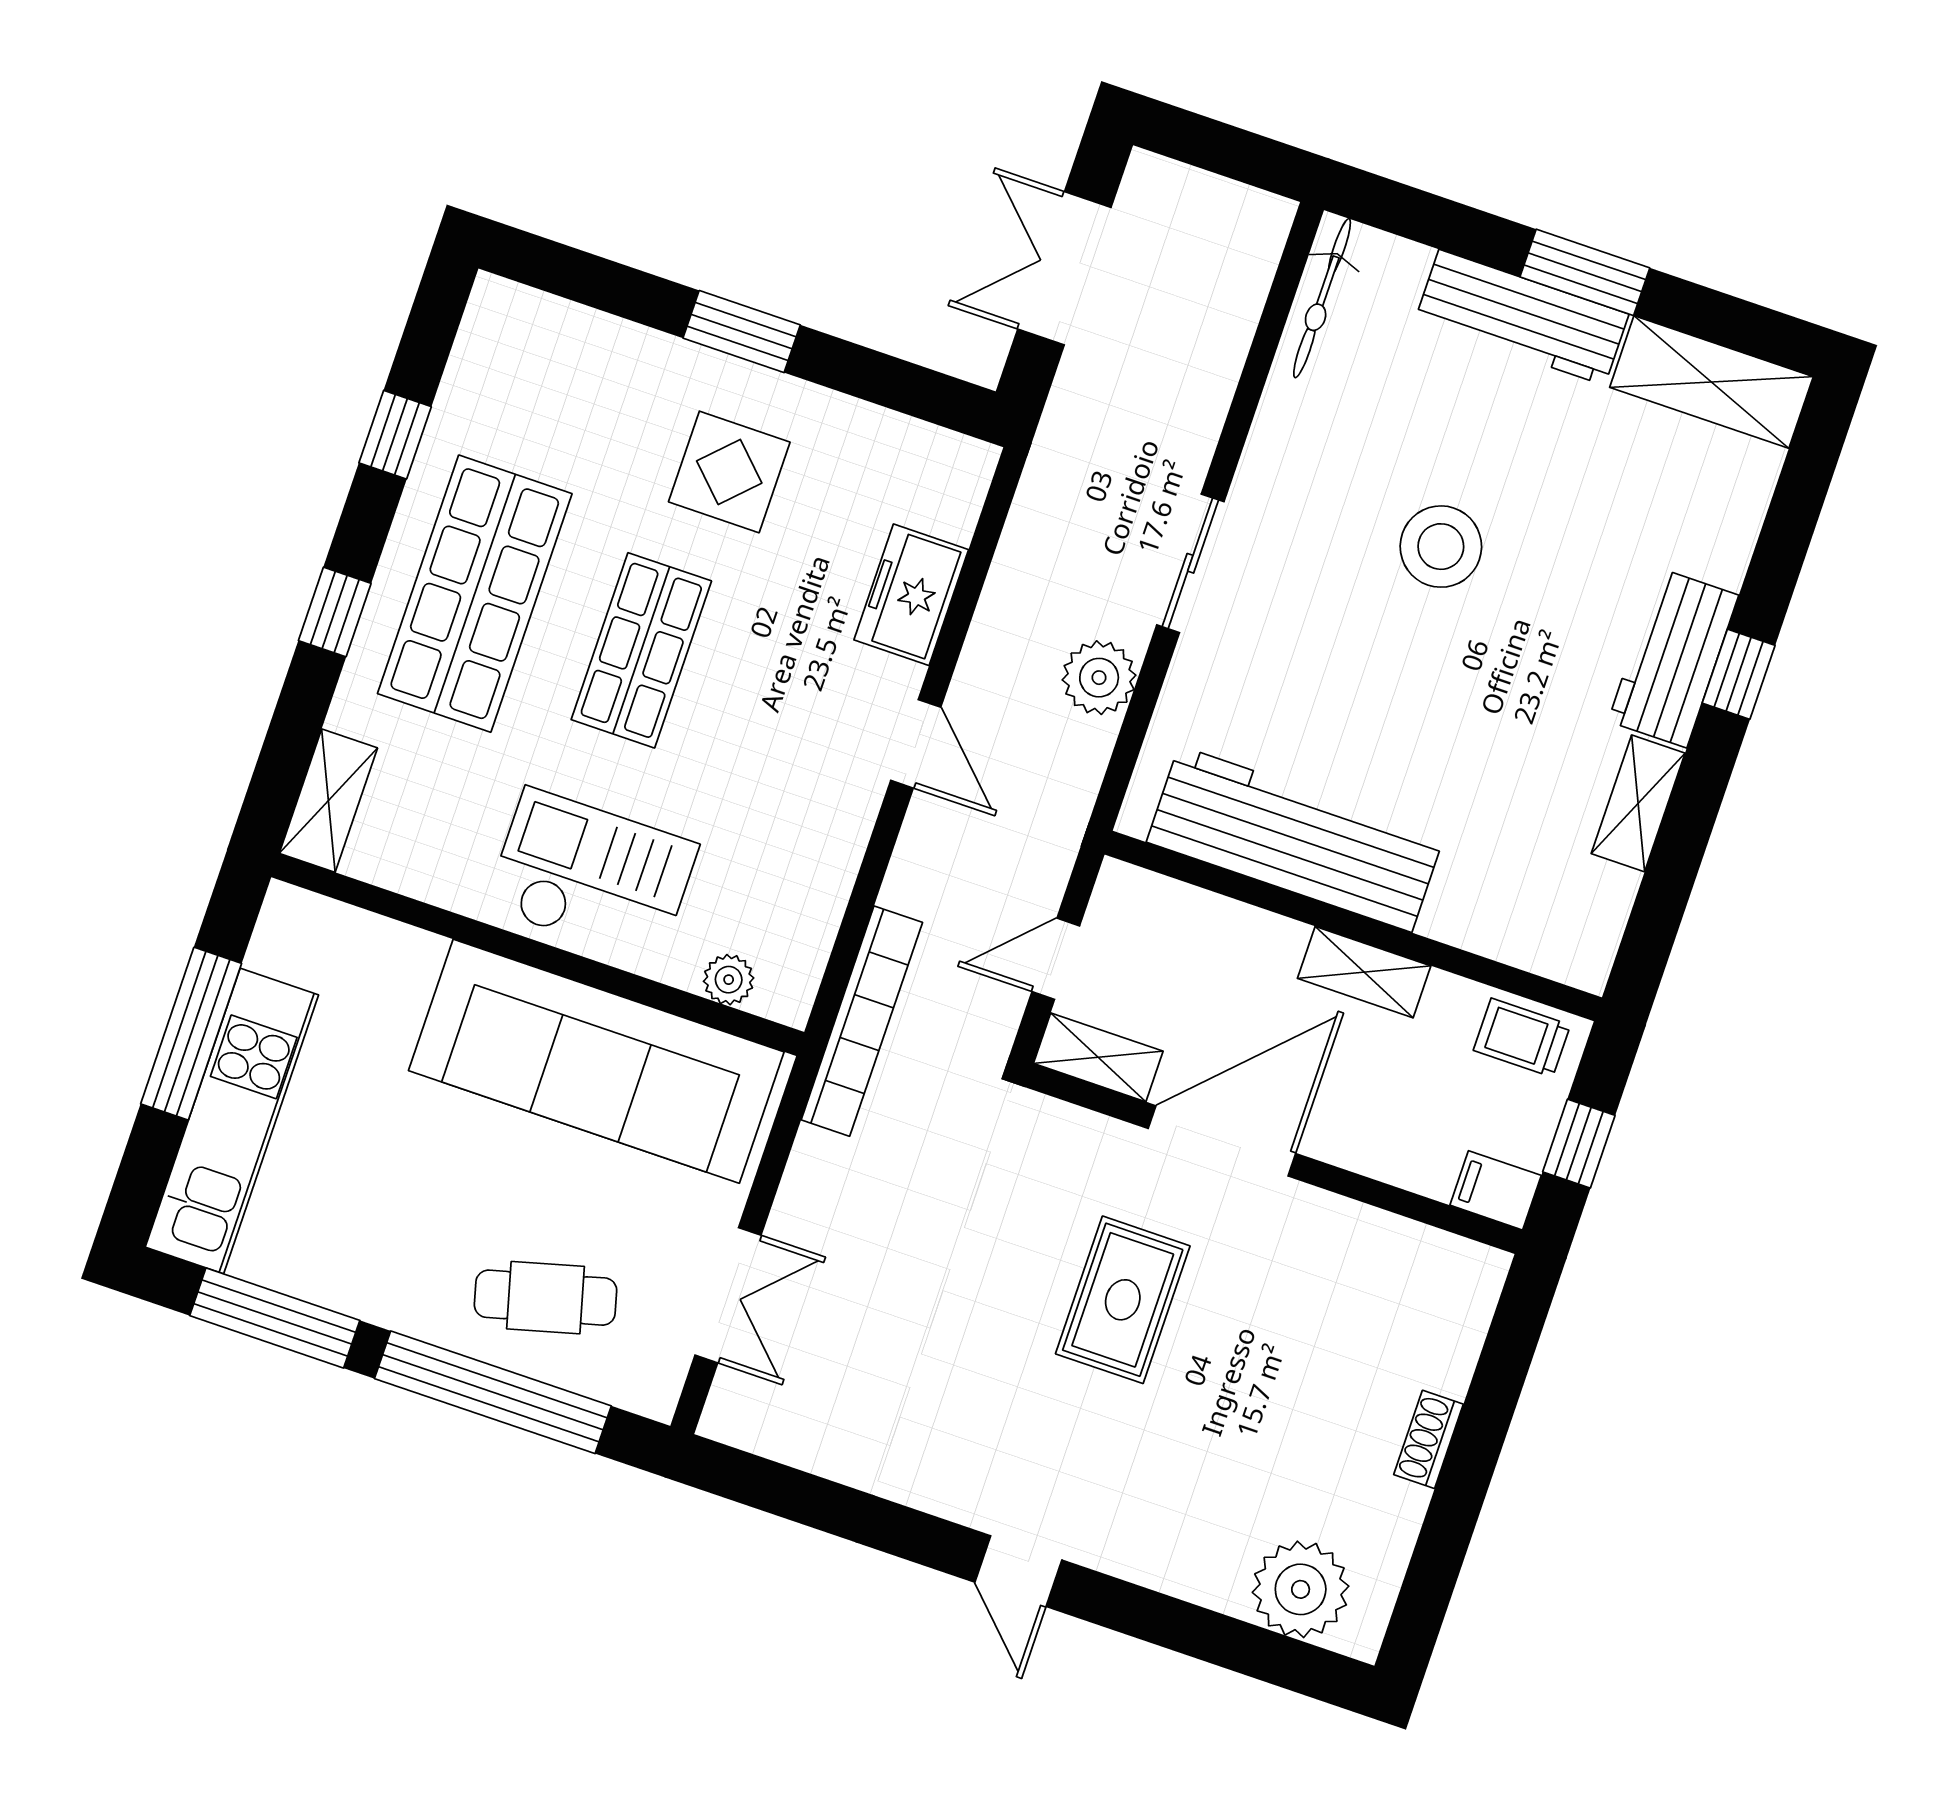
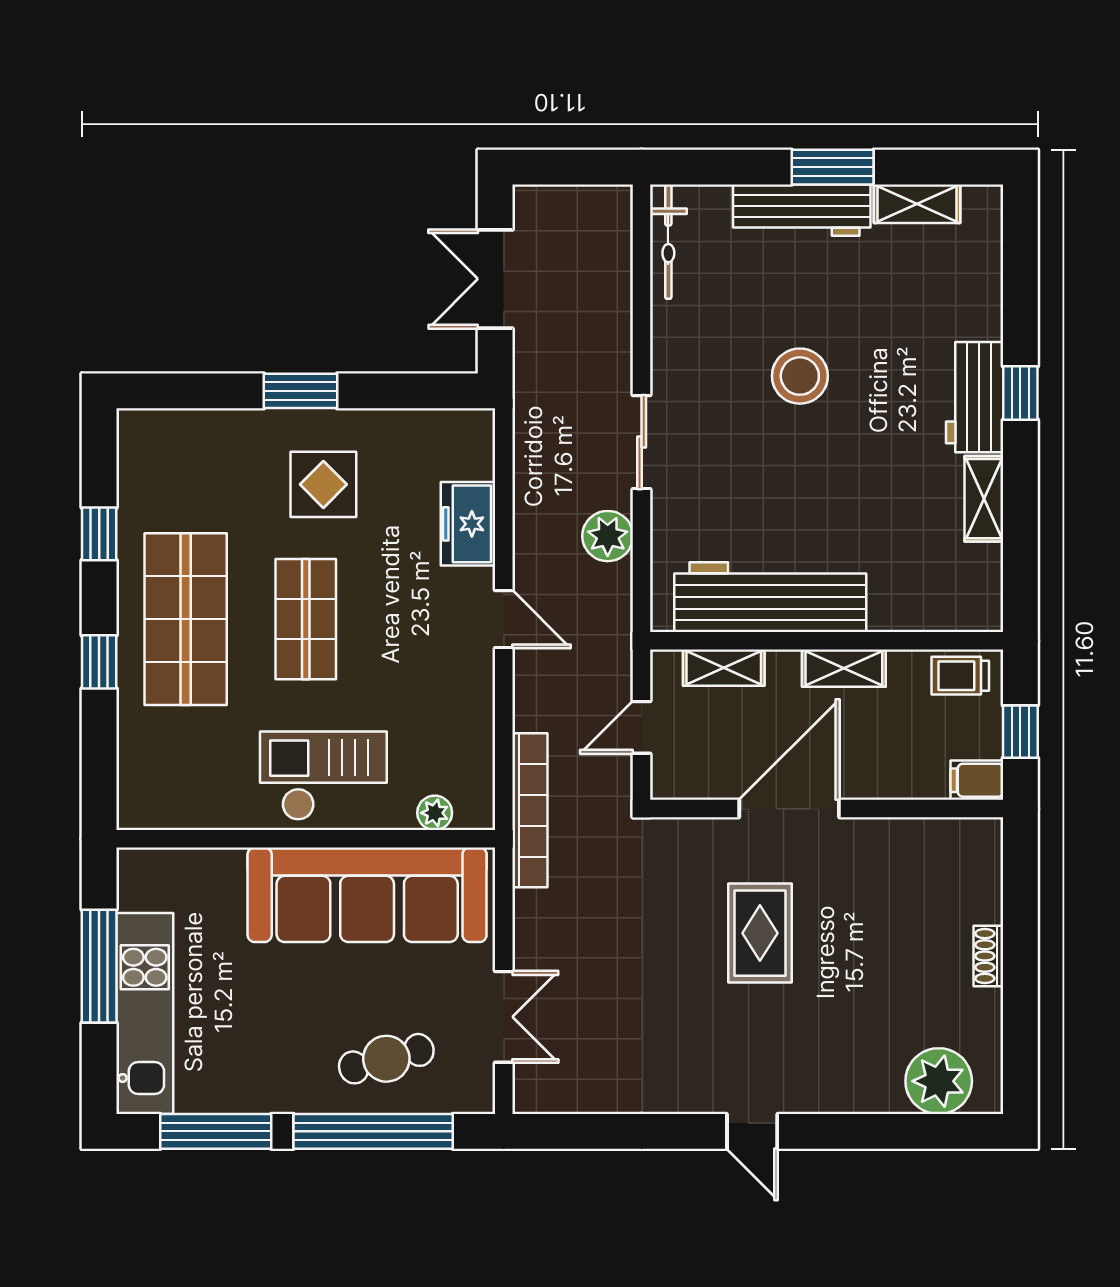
shelving: (1711, 382) -> (917, 204), width x0.67, depth x0.75
shelving: (328, 801) -> (137, 785), removed
shelving: (1098, 1057) -> (724, 668), moved

